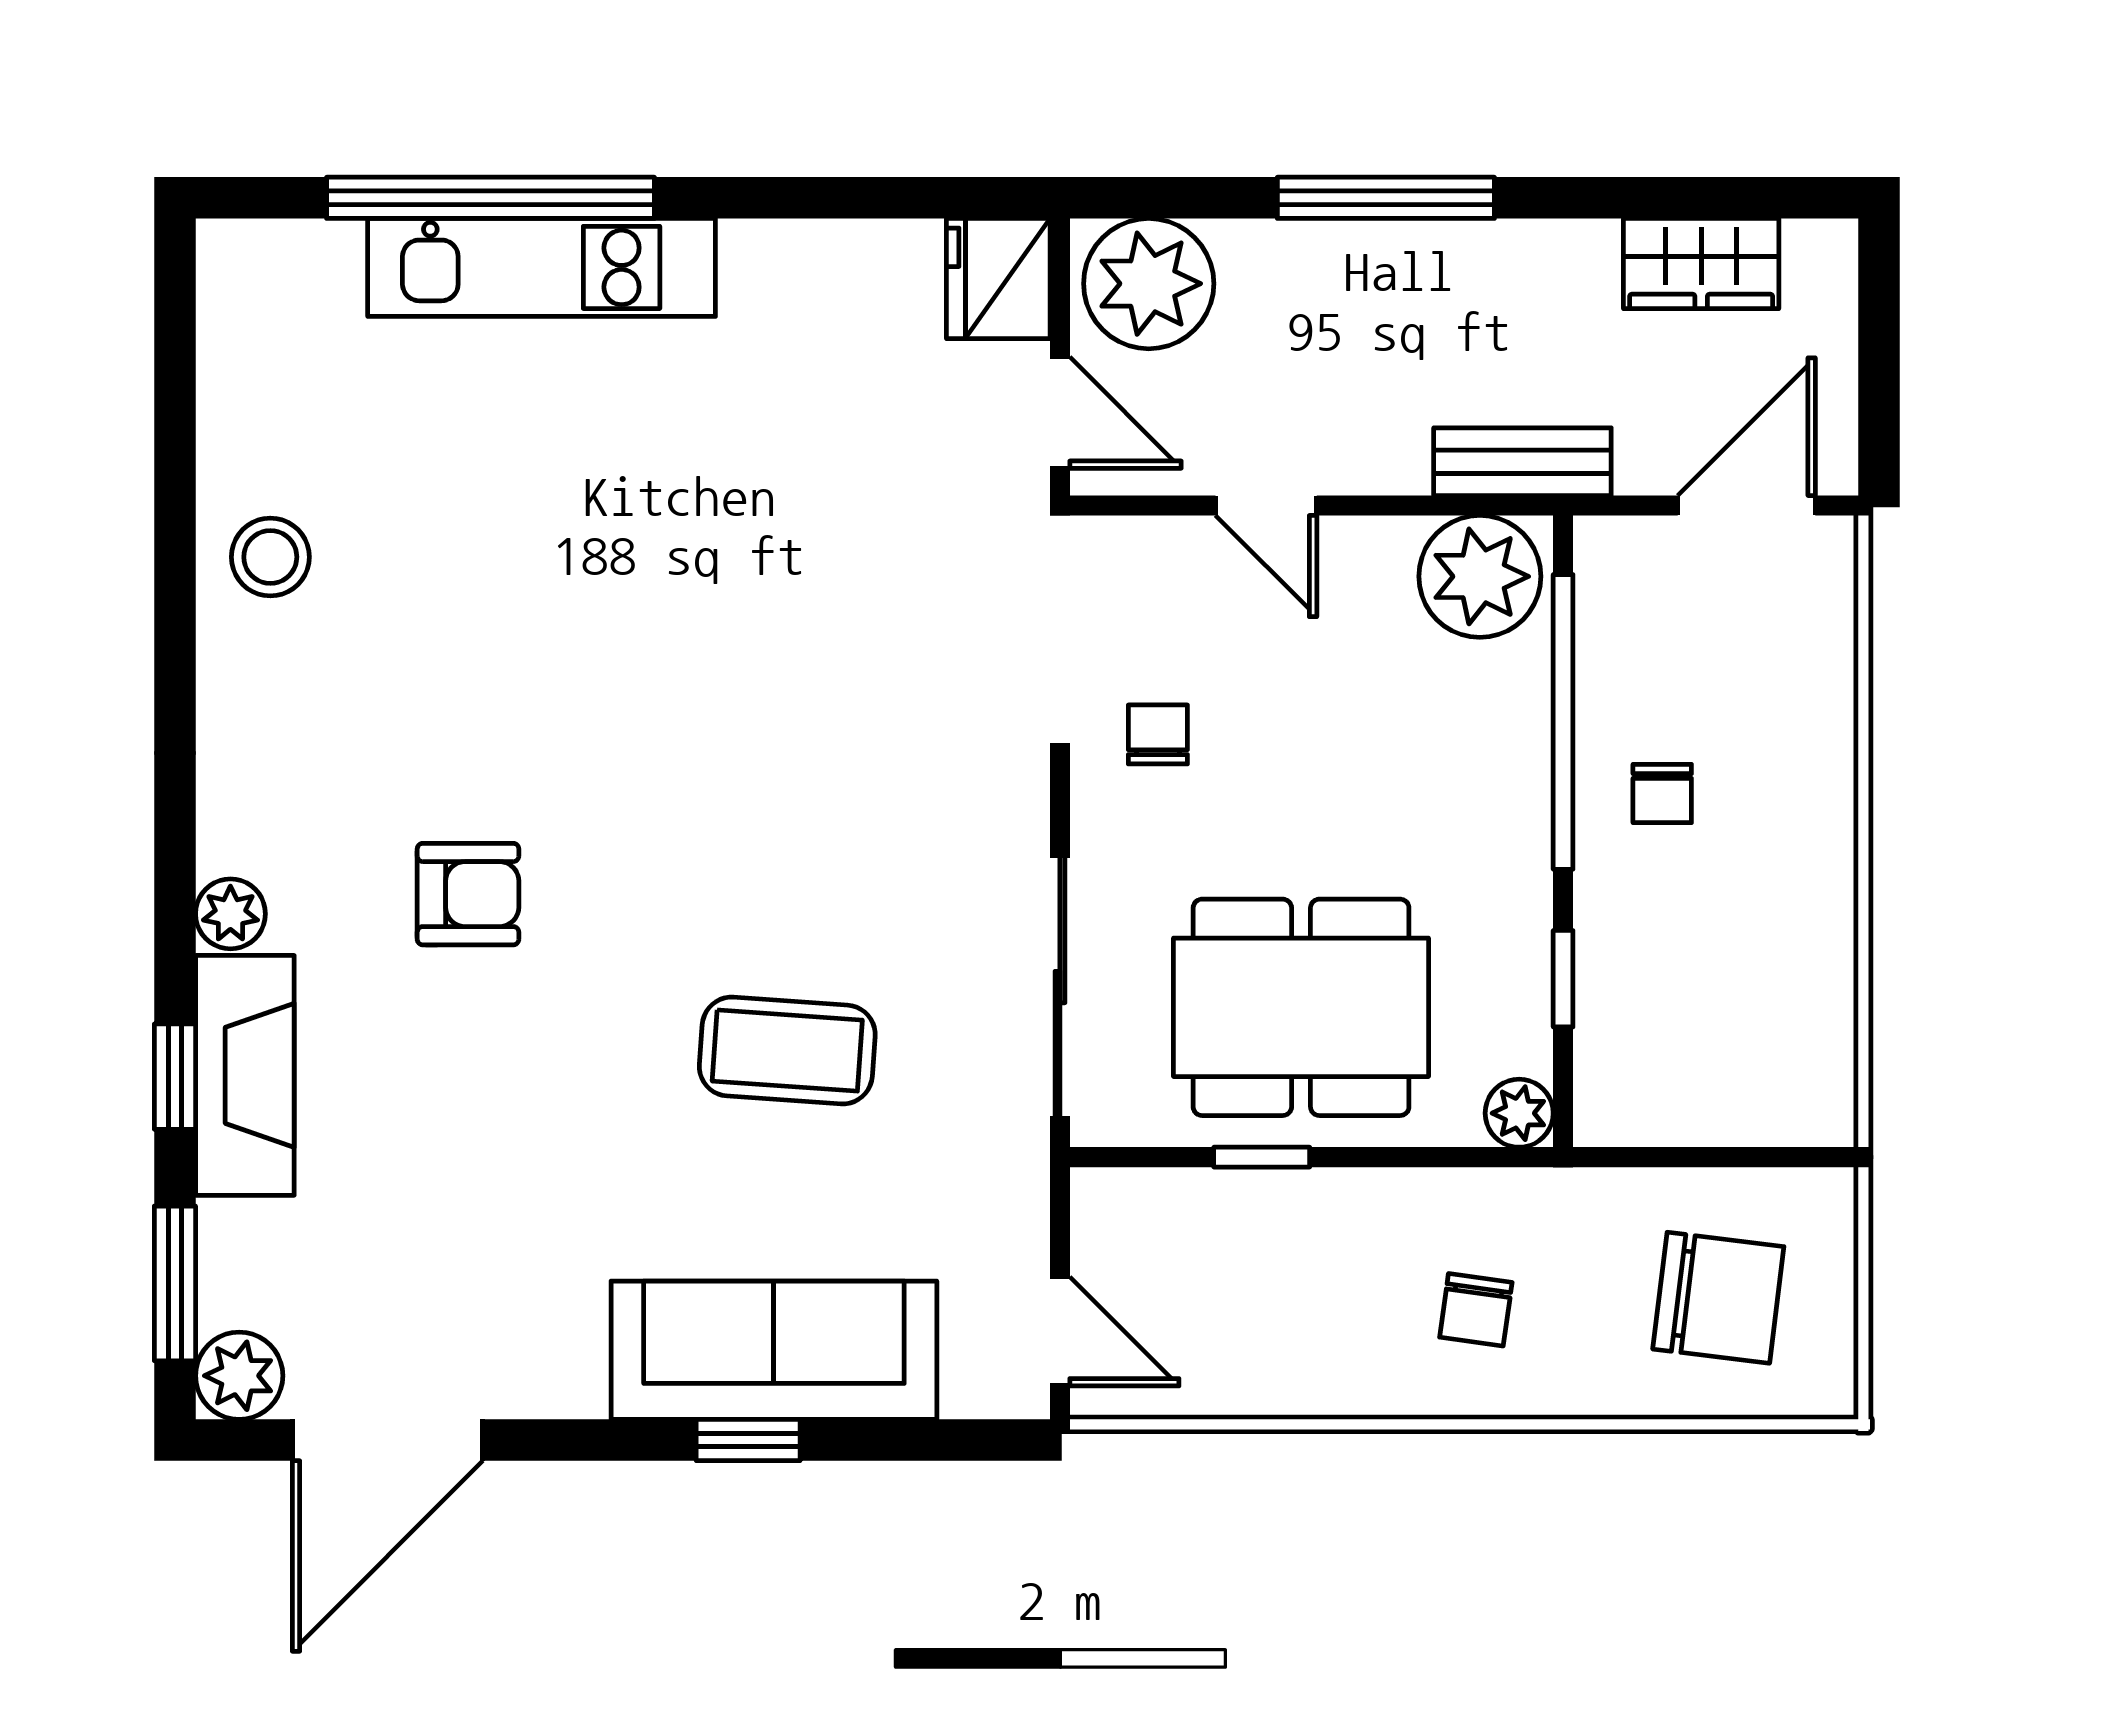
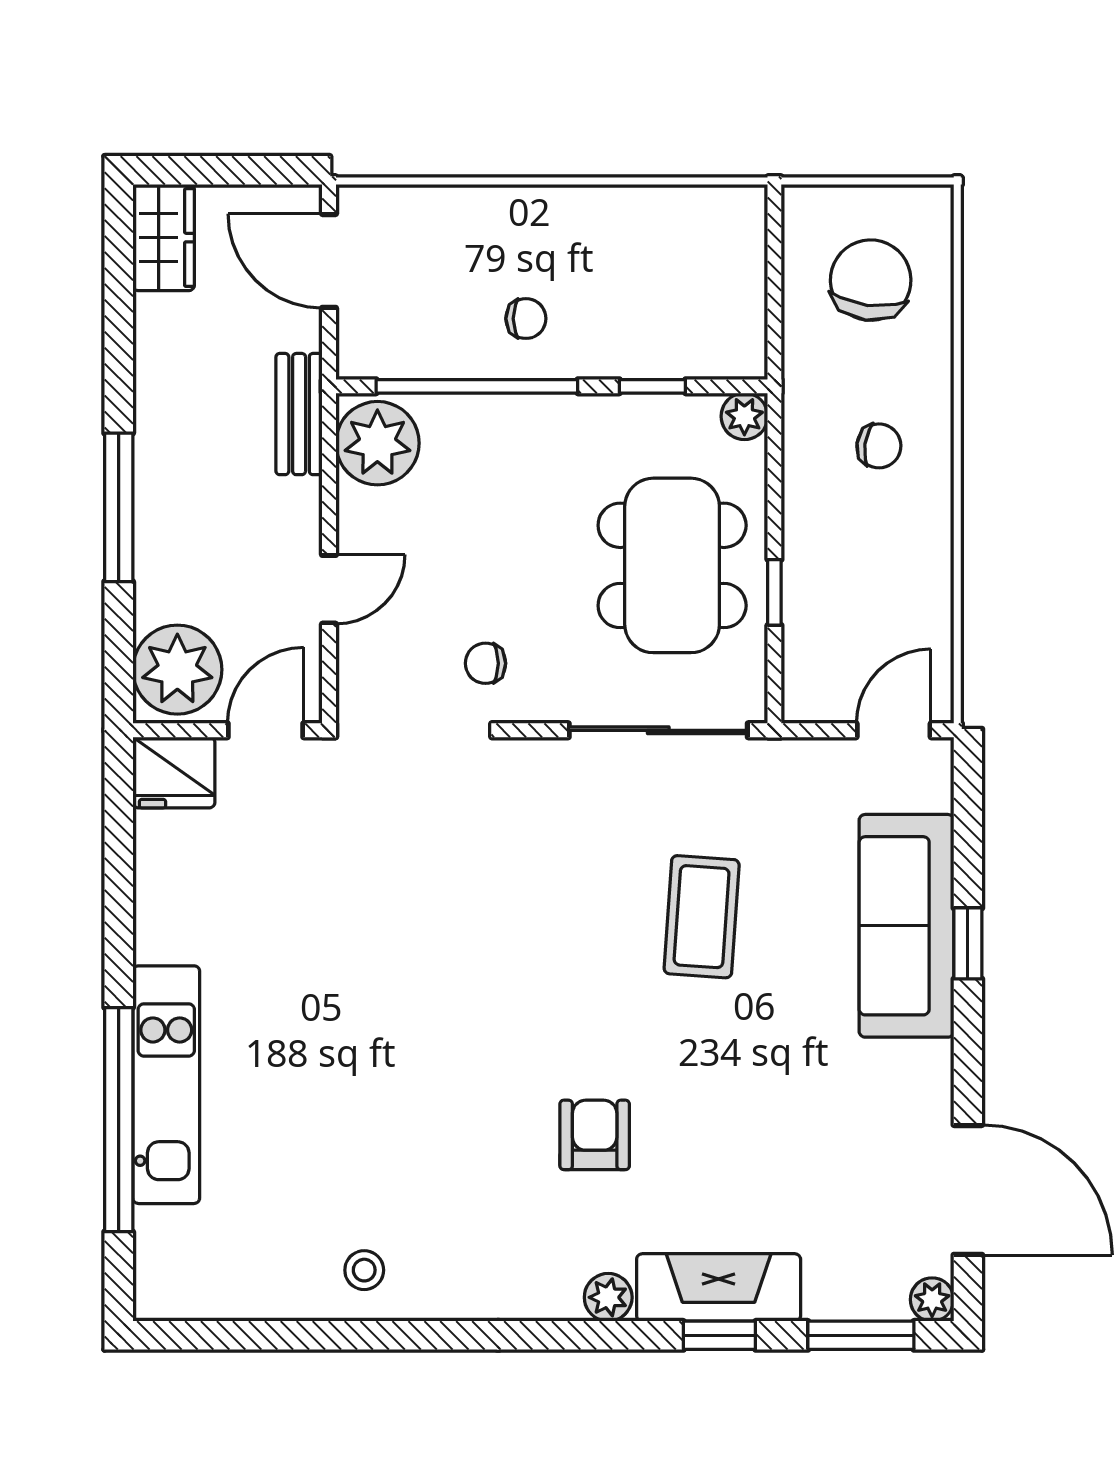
wardrobe: (1701, 264) -> (164, 238), moved
stool: (270, 557) -> (364, 1270), width x0.73, depth x0.73
plant: (239, 1376) -> (932, 1300), width x0.73, depth x0.73

